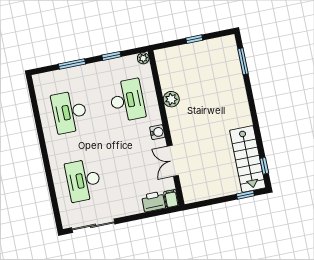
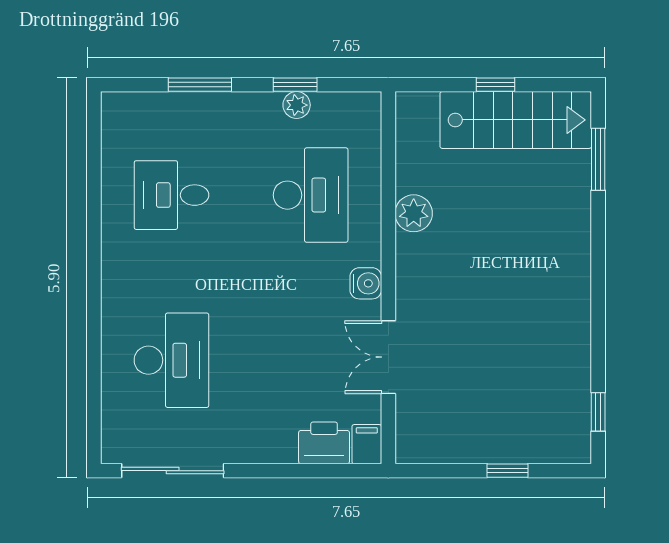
plant: (143, 58) -> (297, 105), moved
desk: (70, 112) -> (172, 195), width x0.73
stairs: (248, 159) -> (516, 120), moved, turned -90
desk: (83, 180) -> (172, 360), turned 180
window: (245, 195) -> (508, 471), moved

